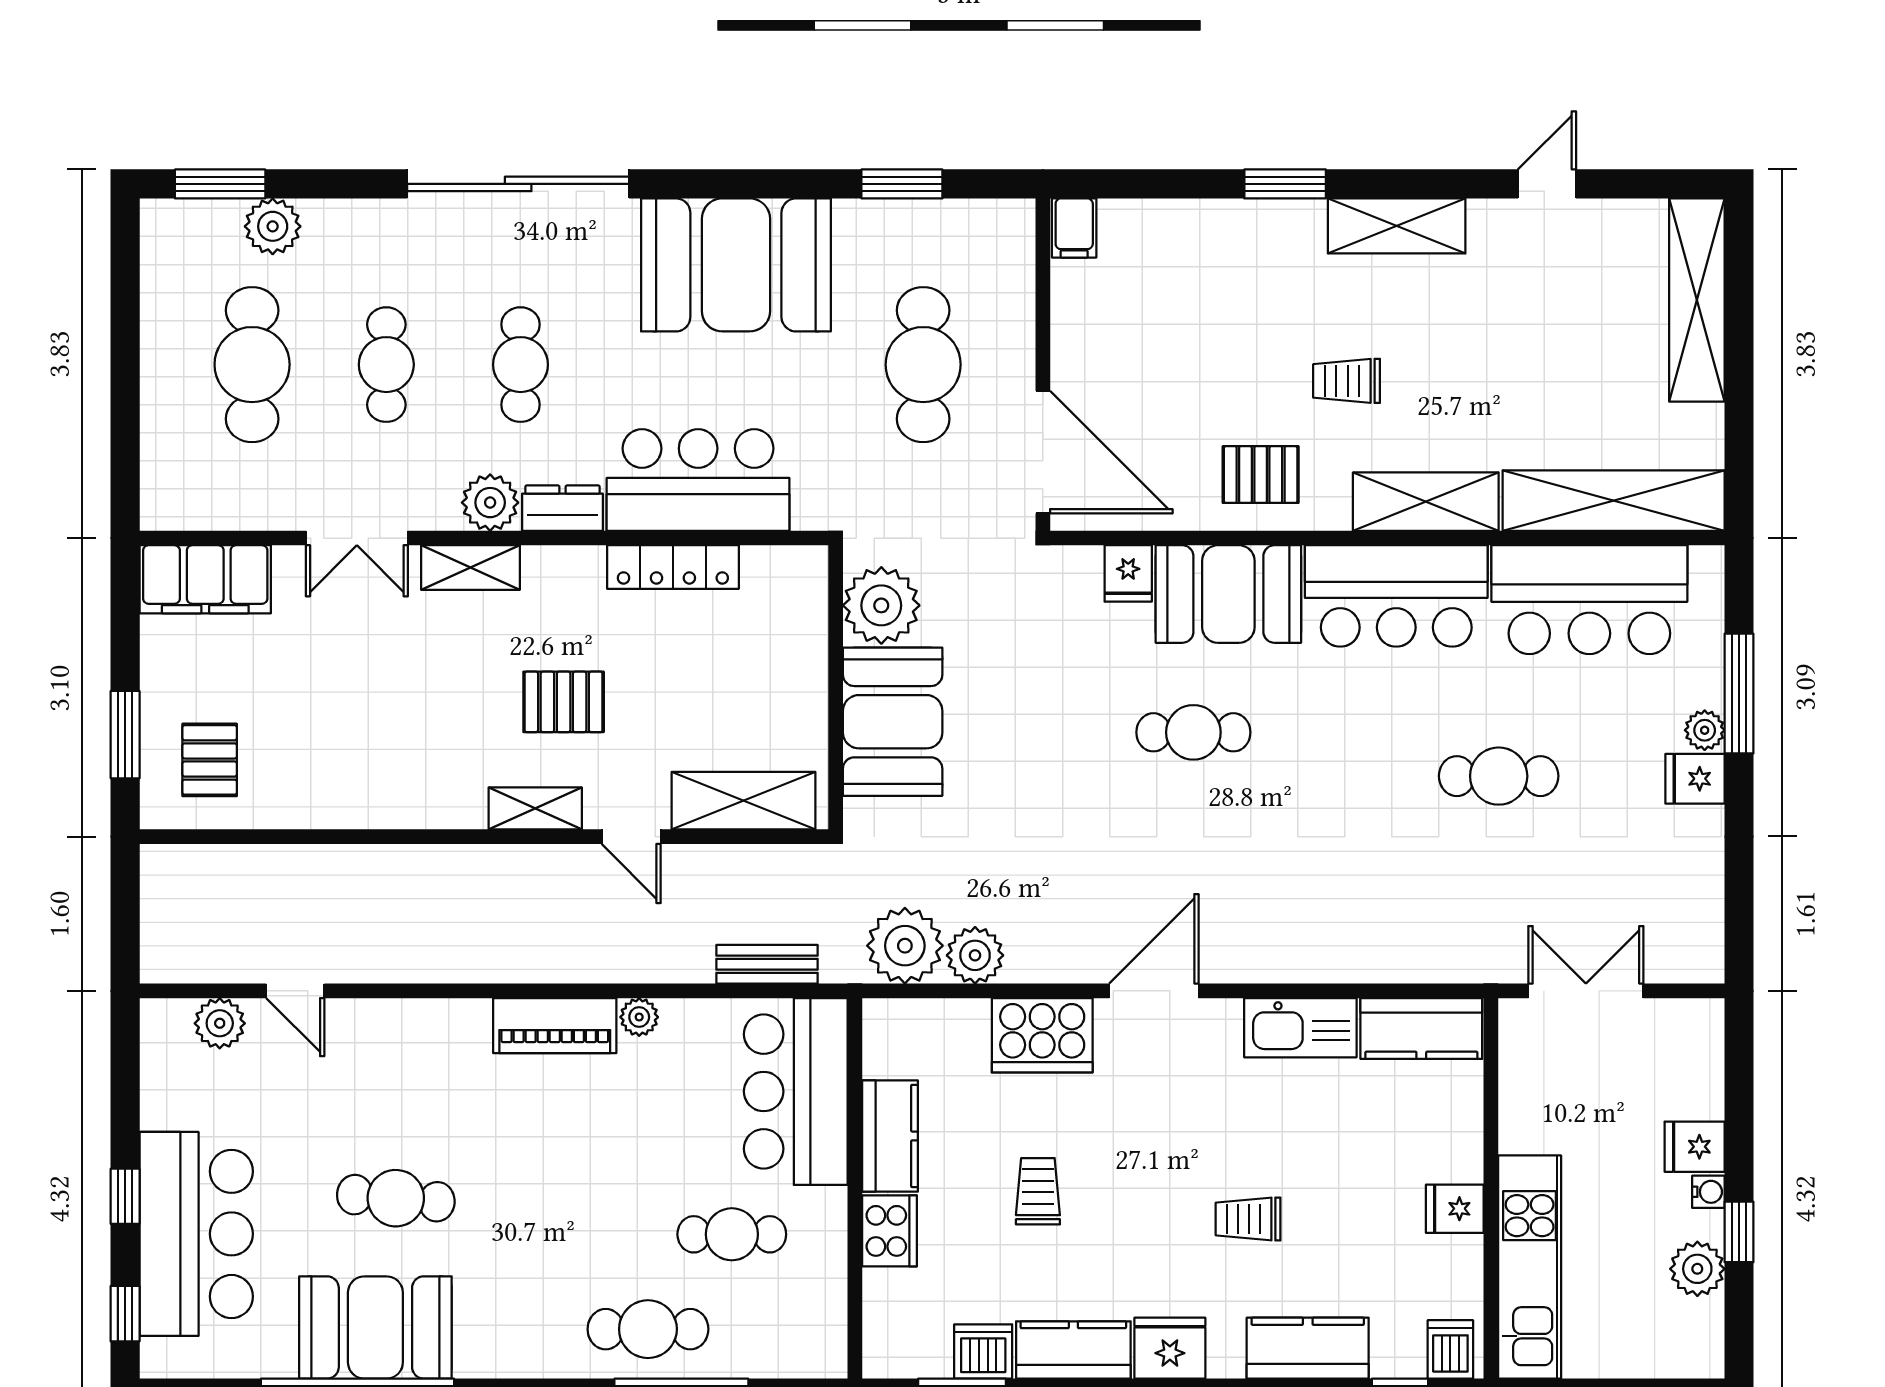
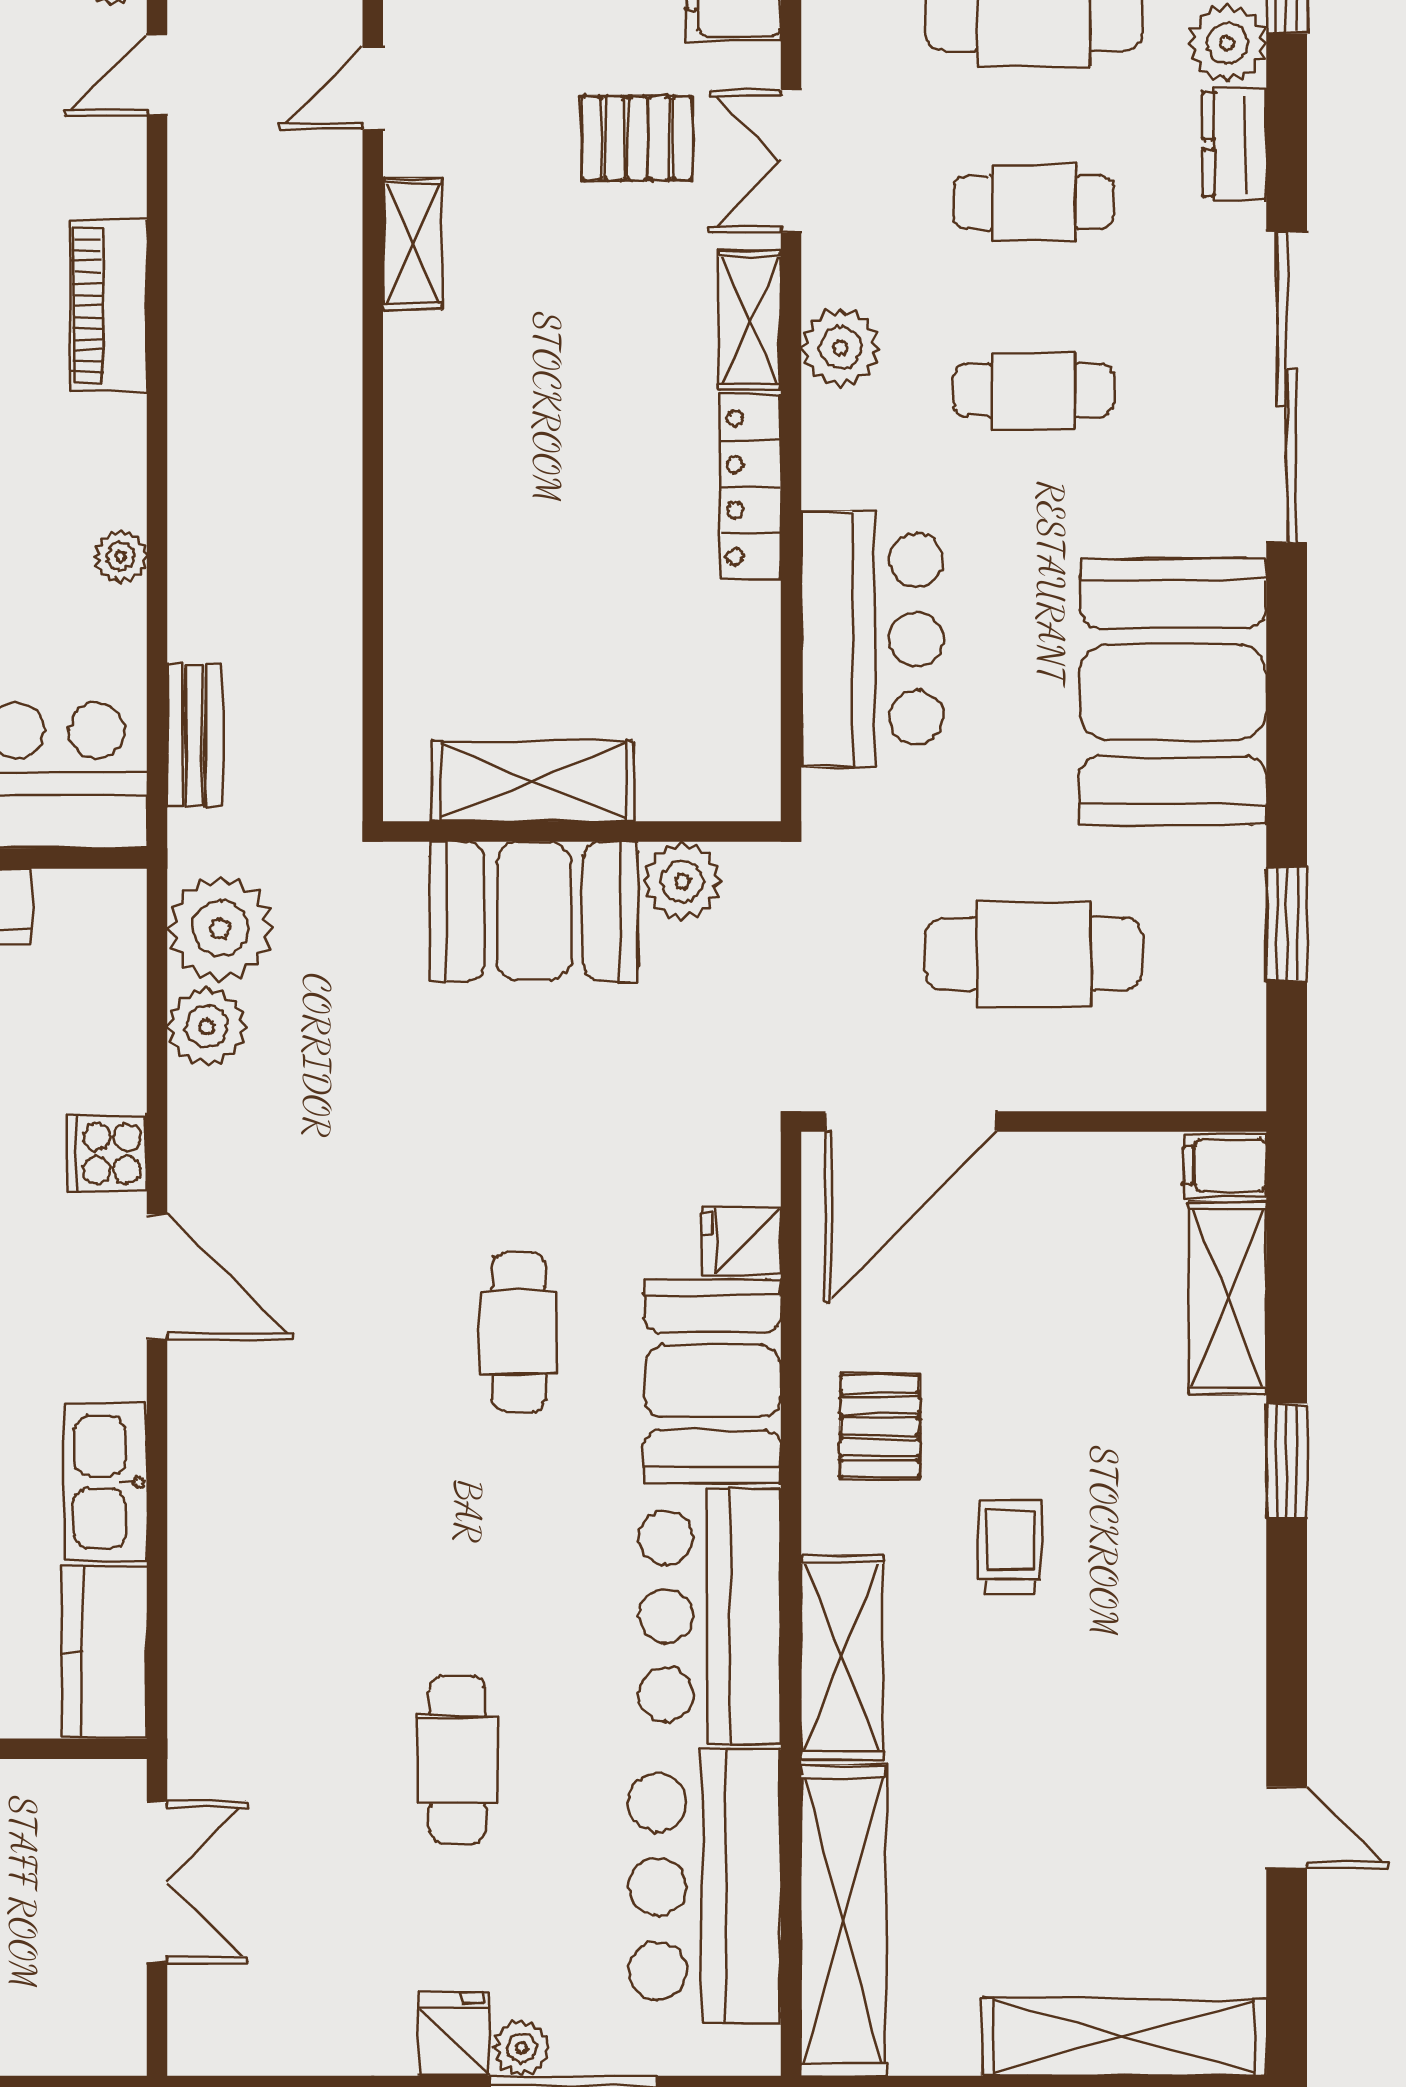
shelving: (1397, 226) -> (1228, 1298), moved
dresser: (563, 508) -> (1235, 144), moved, turned 180
locker: (673, 567) -> (750, 487), moved
plant: (881, 605) -> (682, 881), width x0.73, depth x0.73
pallet: (564, 702) -> (637, 138), moved, turned 90
shelving: (743, 801) -> (533, 781), moved, turned 90
shelving: (535, 808) -> (412, 244), moved
door: (631, 837) -> (373, 88), moved
piano: (555, 1026) -> (108, 306), moved
cooker: (1042, 1035) -> (107, 1153), width x0.53, depth x0.76

